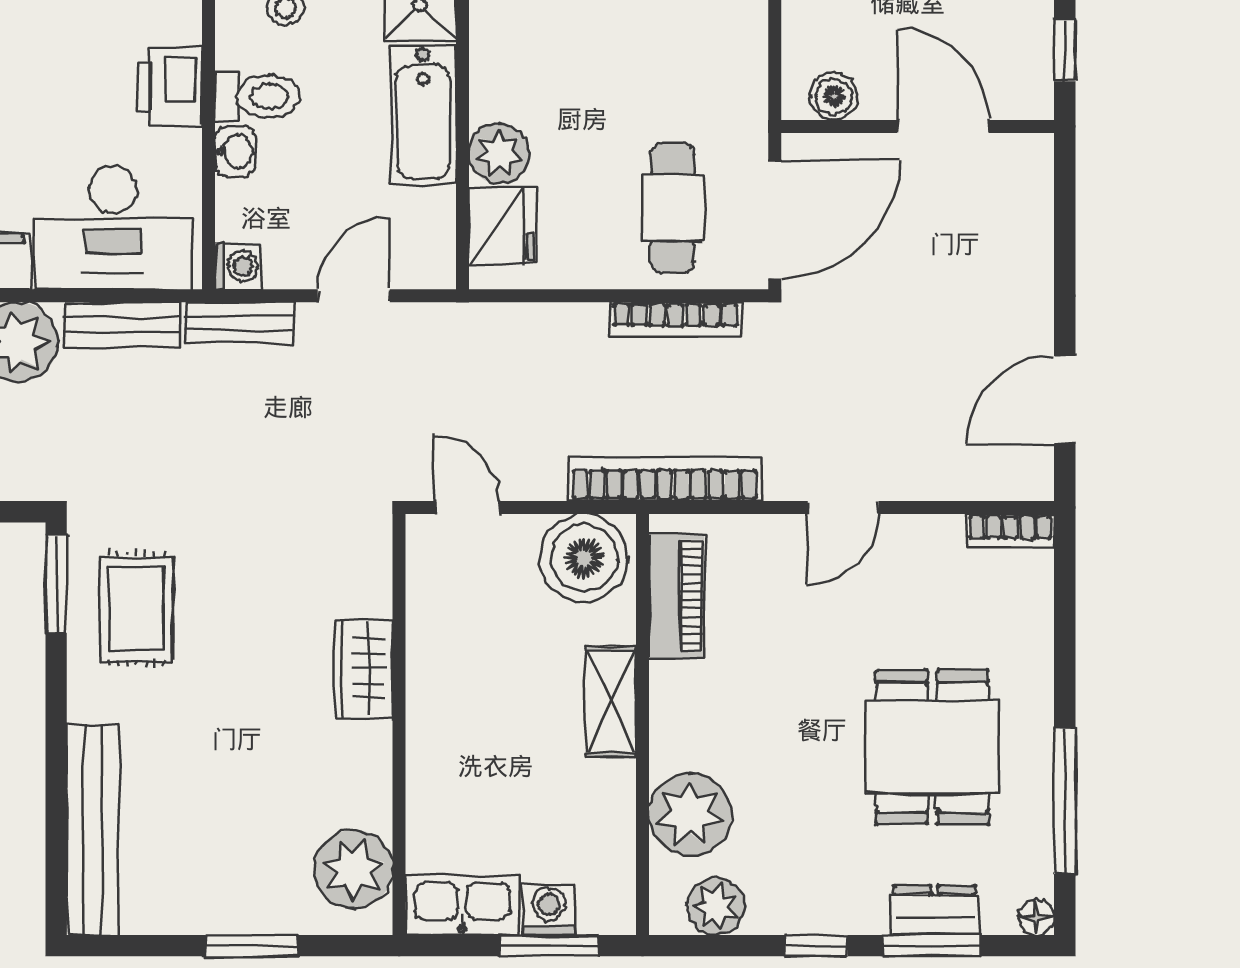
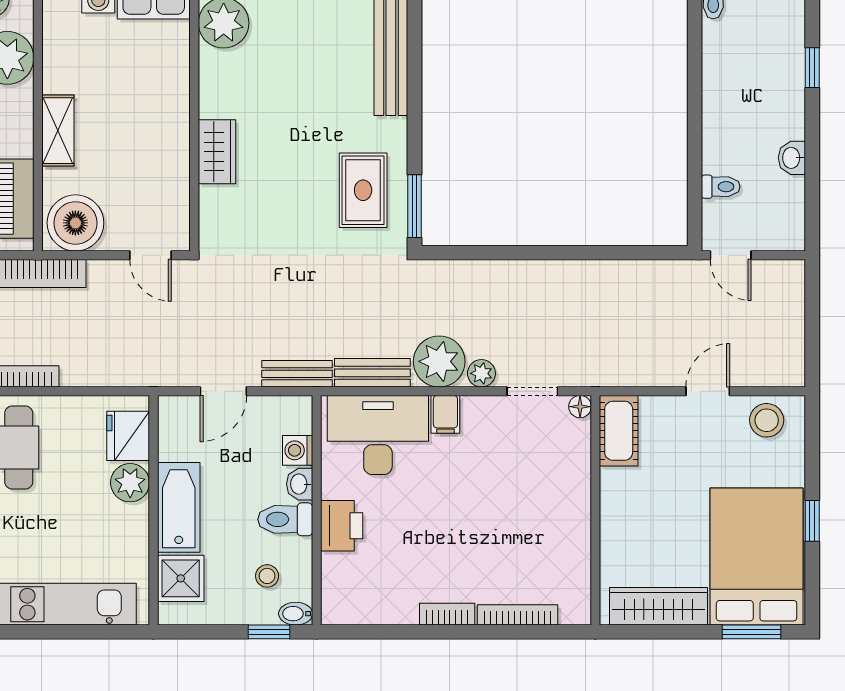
washing machine: (238, 266) -> (298, 450), moved

